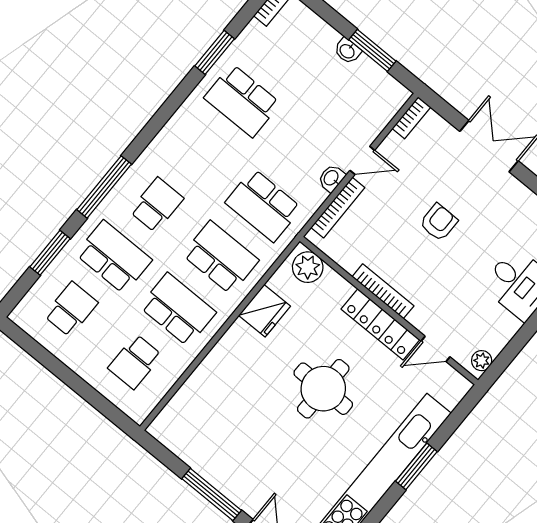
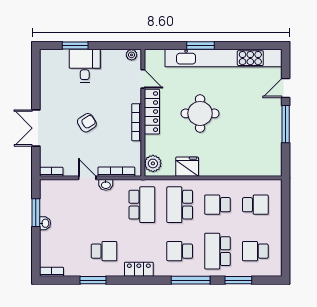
school desk: (242, 101) -> (104, 251), width x0.54
locker: (178, 128) -> (139, 269), added
armchair: (439, 222) -> (87, 123), turned 148
school desk: (178, 310) -> (218, 205), width x0.54

